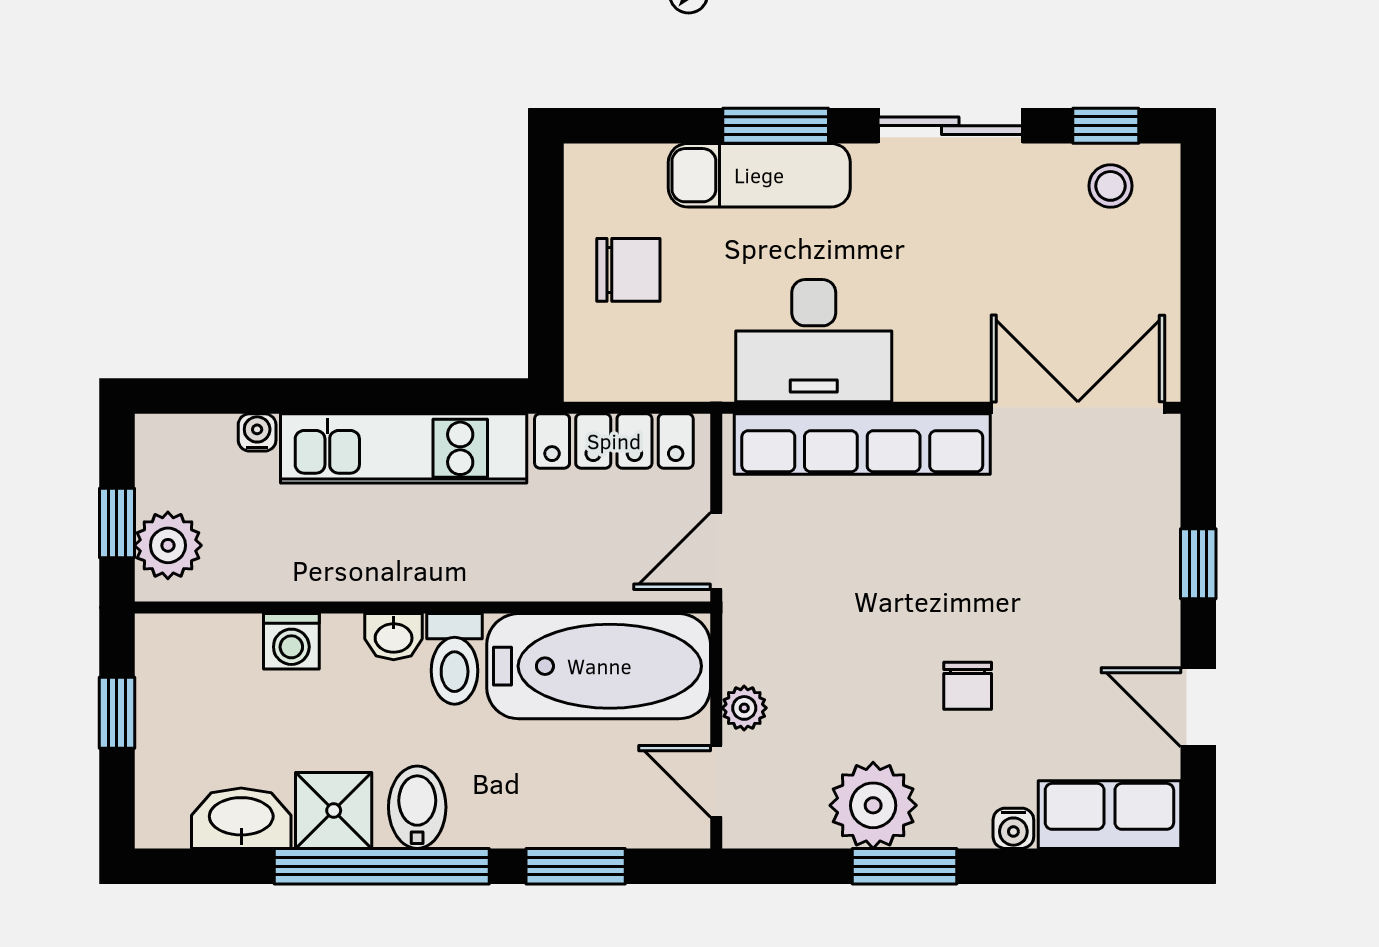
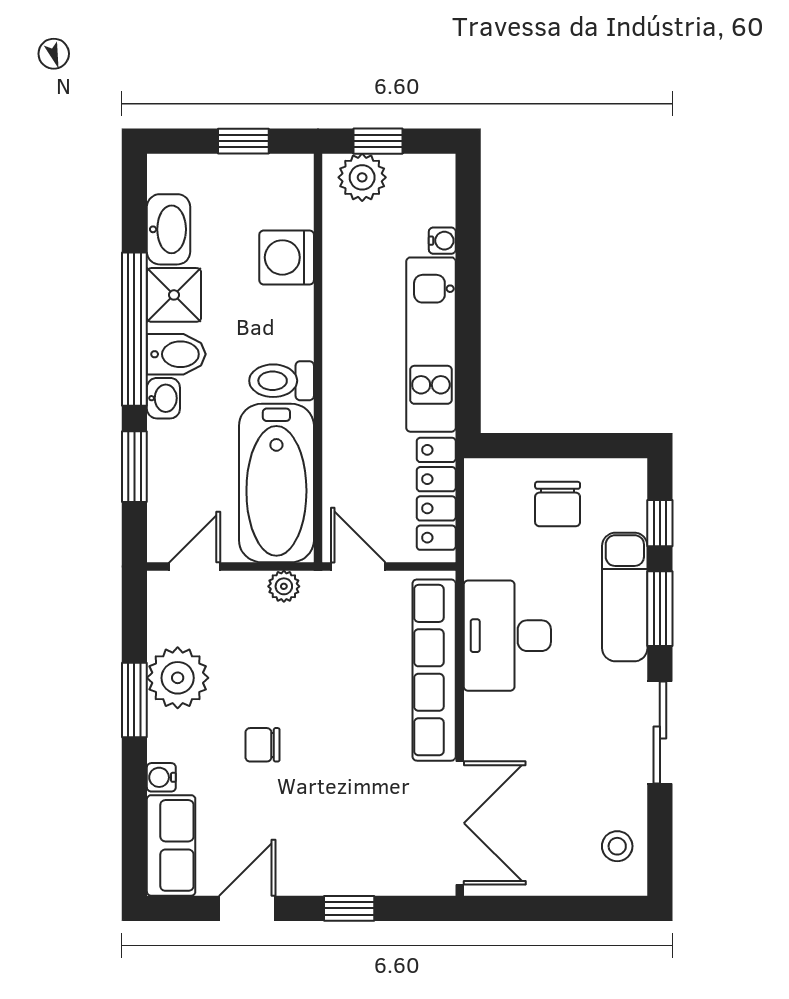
window: (1106, 126) -> (660, 523), moved
washbasin: (394, 637) -> (163, 398), moved, turned 180
washing machine: (291, 641) -> (287, 257), width x1.38, depth x1.38
plant: (744, 708) -> (284, 586), moved

